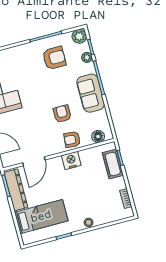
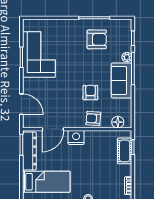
plant: (79, 36) -> (125, 26), removed
plant: (87, 57) -> (127, 57), moved
nightstand: (71, 160) -> (76, 137), moved

